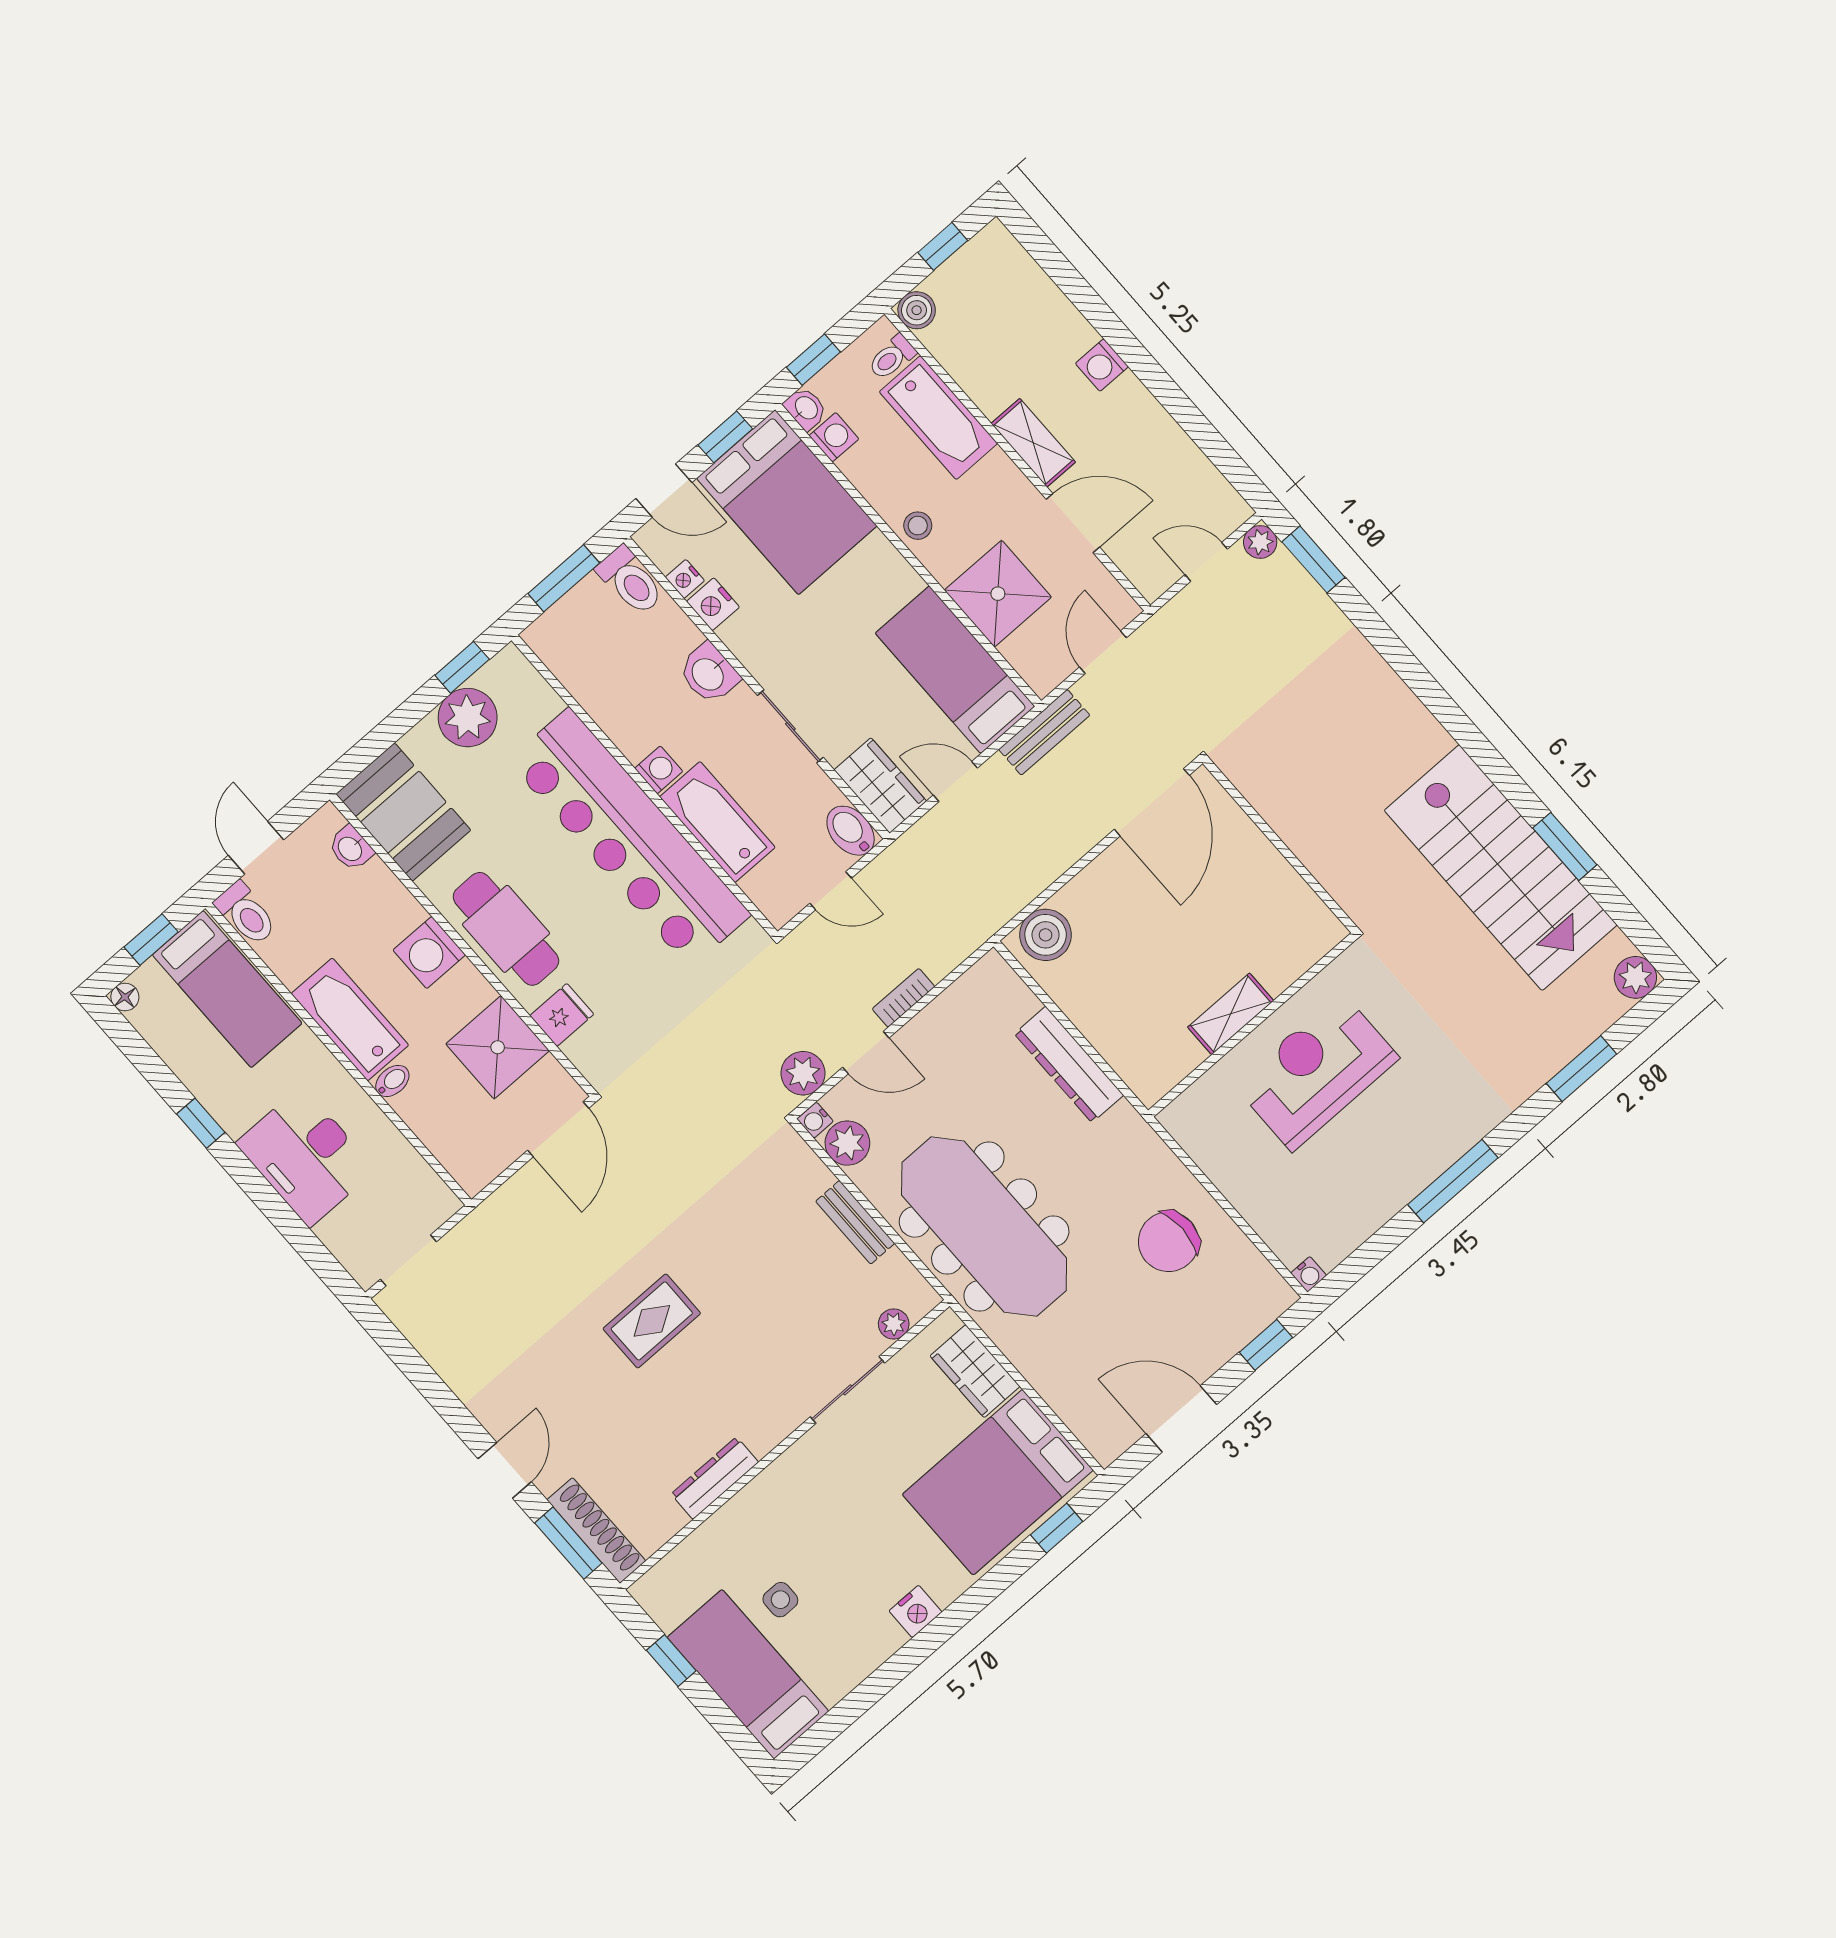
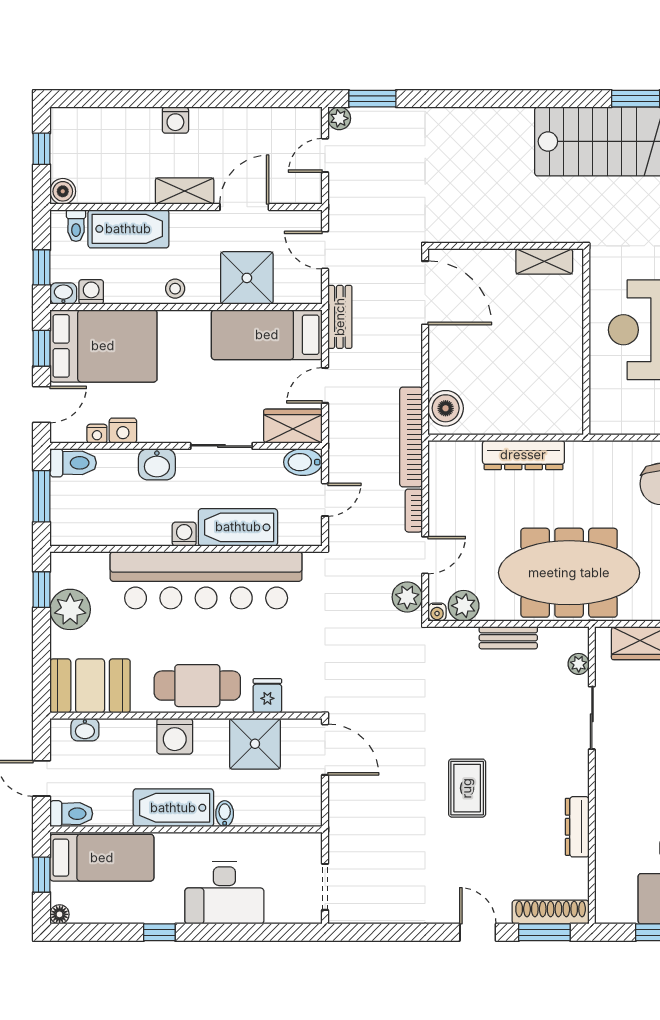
bookcase: (981, 925) -> (411, 437), added
shelving: (1231, 1014) -> (544, 261), moved, turned 90

